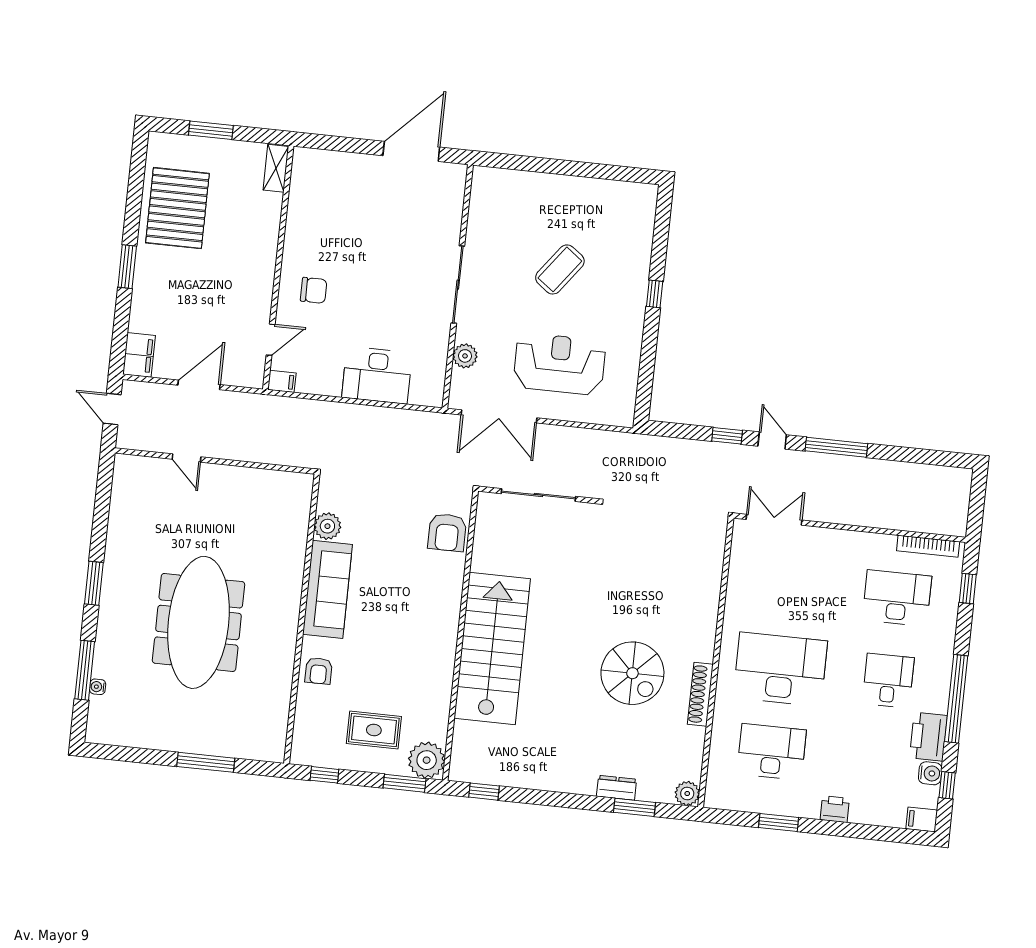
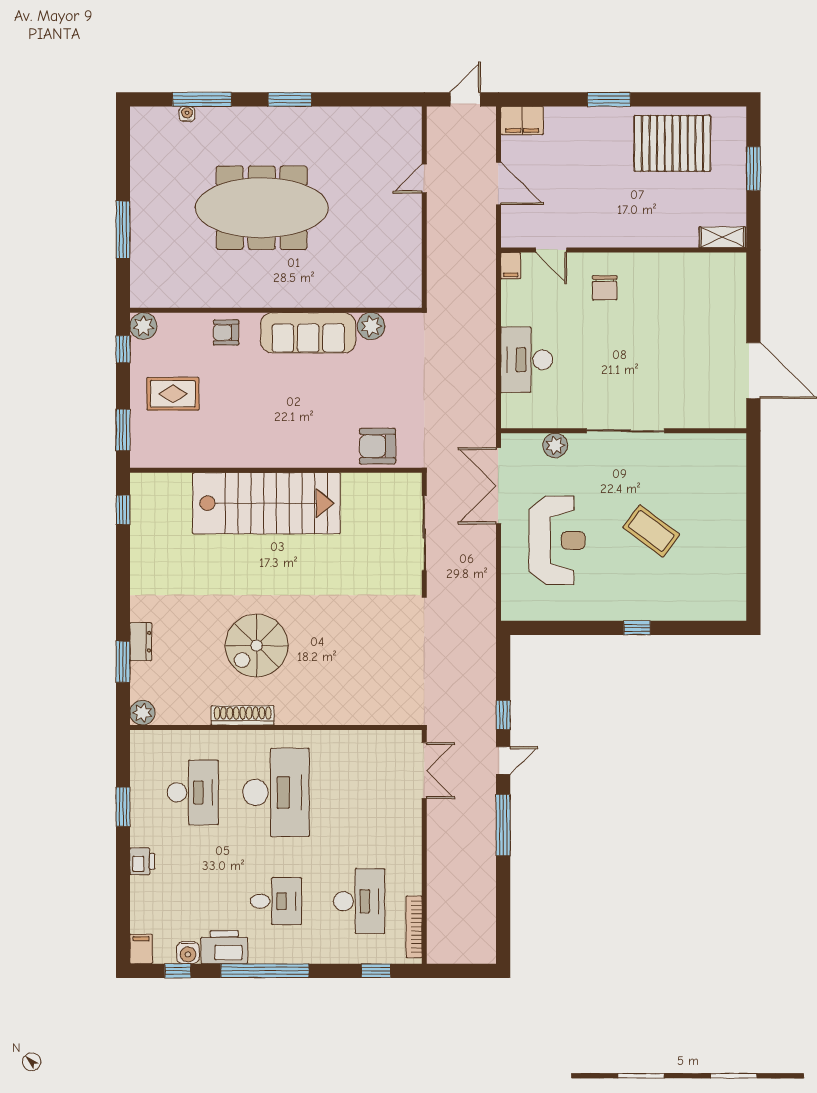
rug: (374, 730) -> (173, 394), turned 90
plant: (427, 760) -> (143, 326), moved, width x0.73, depth x0.73

